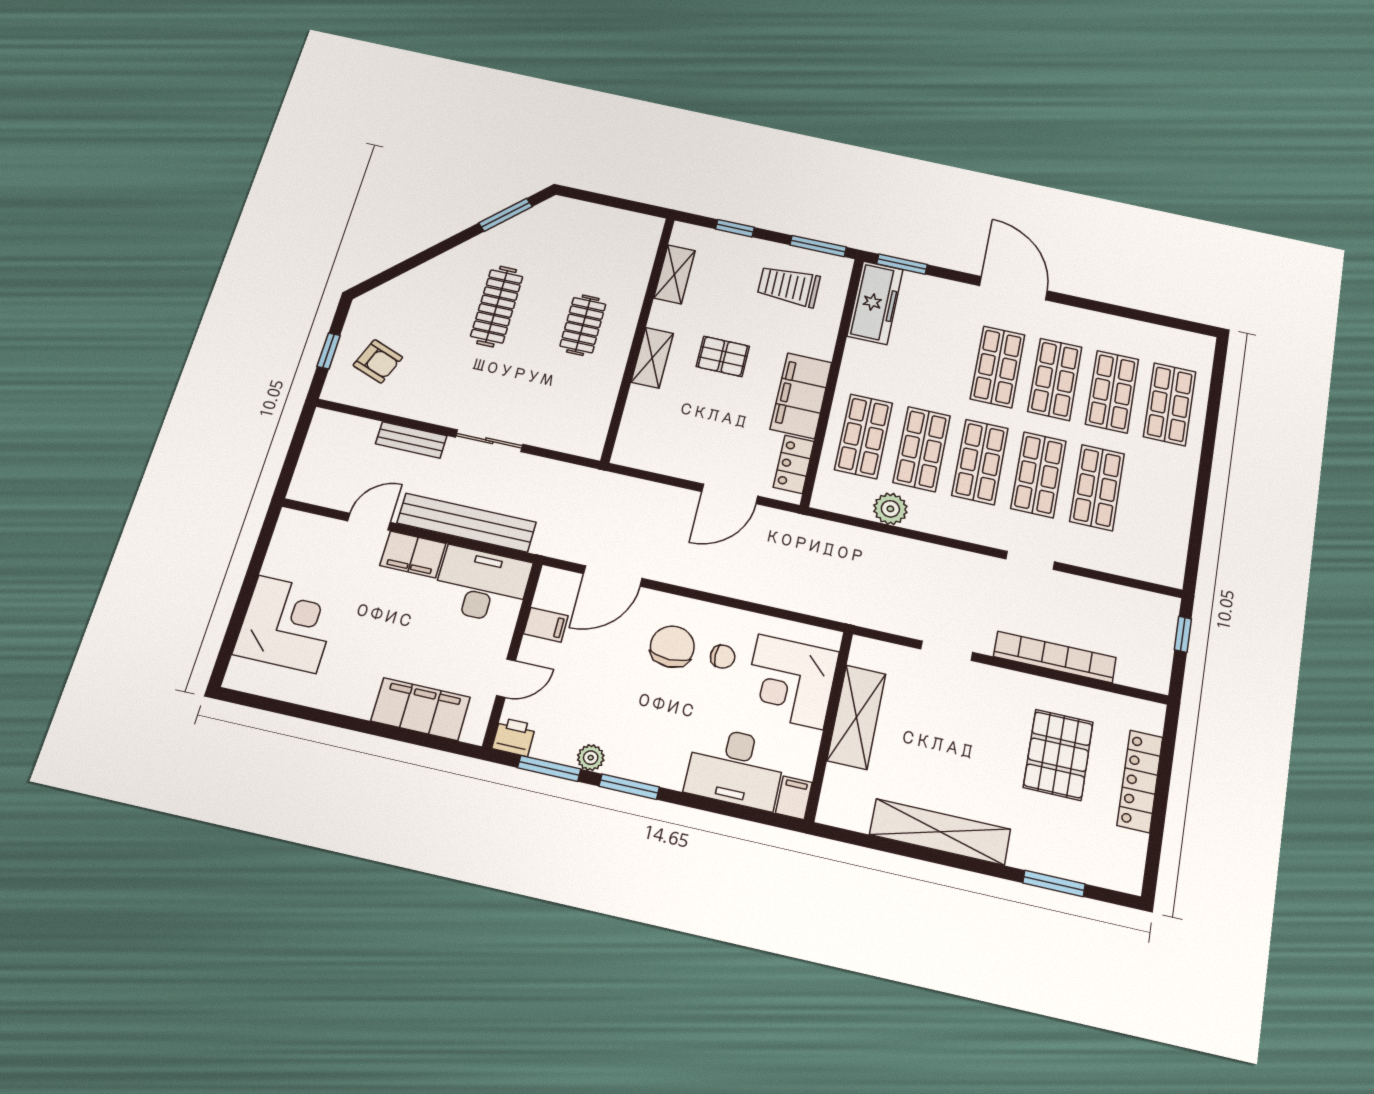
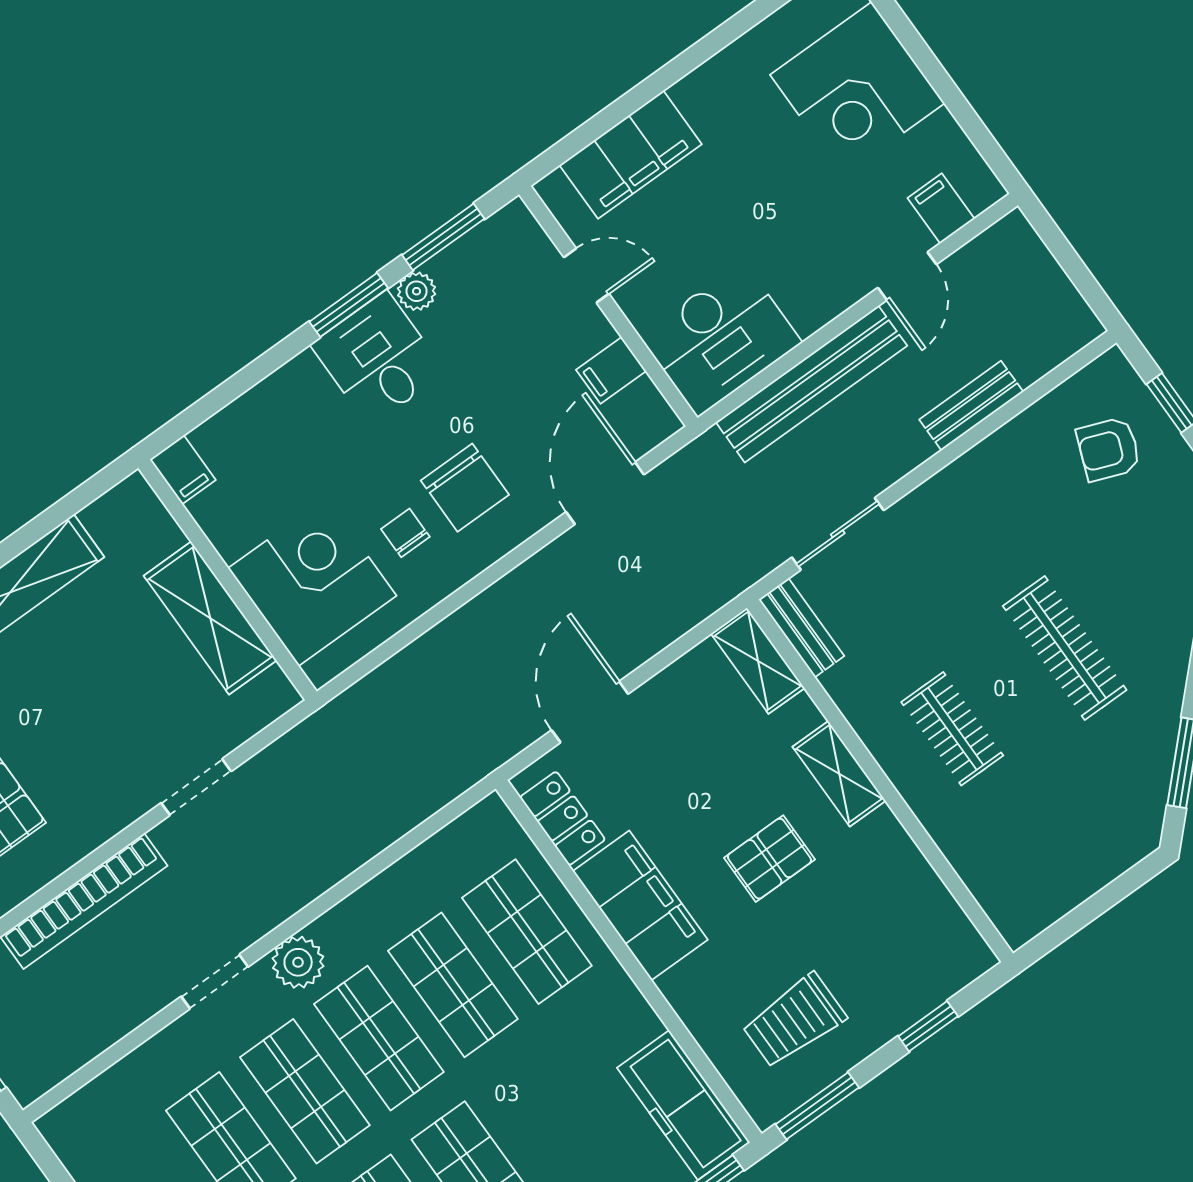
shelving: (674, 274) -> (758, 661), moved
trolley: (789, 286) -> (794, 1021), turned 180
bench: (596, 430) -> (801, 628), added
sliding door: (489, 441) -> (838, 534), moved
plant: (890, 509) -> (298, 962), moved
filing cabinet: (413, 554) -> (941, 208), moved, width x0.50
chair: (723, 657) -> (405, 533), turned 90
door: (506, 678) -> (586, 276), swing flipped
printer: (514, 737) -> (512, 229), removed
desk: (735, 768) -> (378, 359), moved, width x0.73

